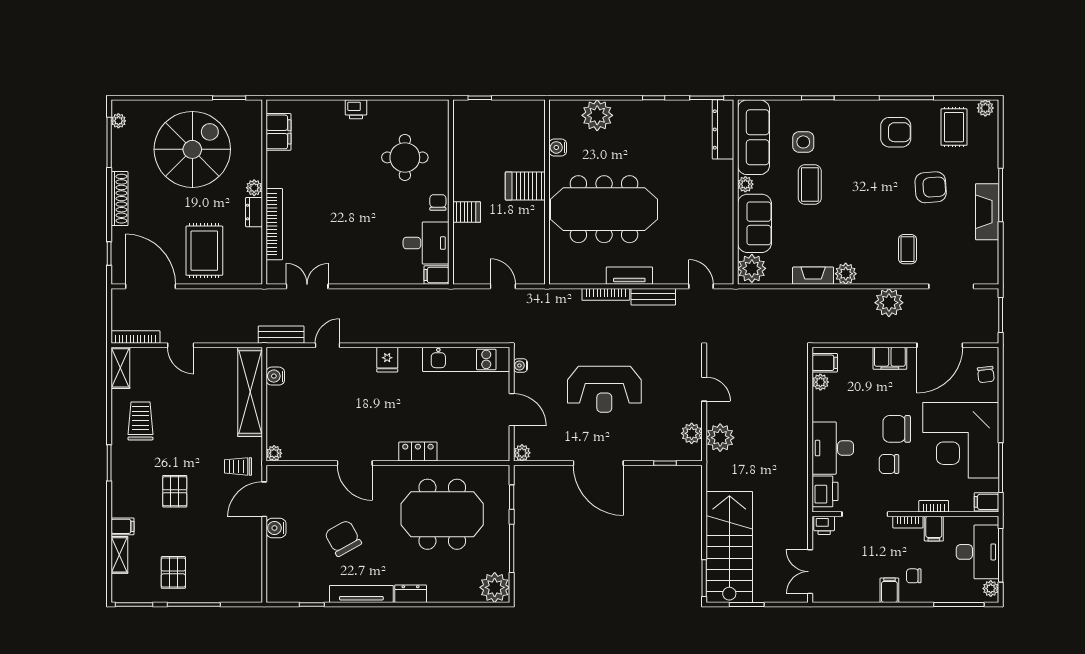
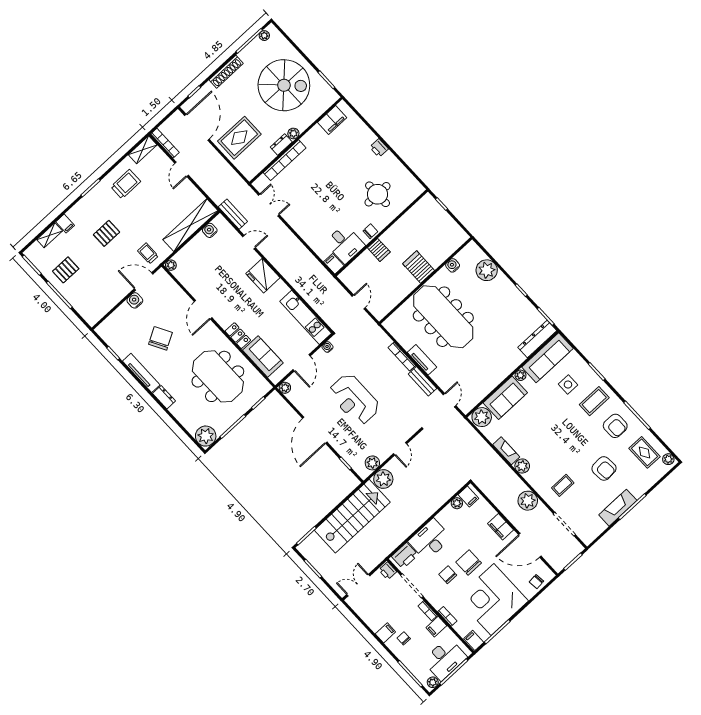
rug: (954, 127) -> (645, 452), turned 90
coffee table: (810, 185) -> (594, 401), moved
fridge: (387, 360) -> (263, 276), width x1.88, depth x1.34
sofa: (466, 445) -> (263, 357), added
stairs: (729, 547) -> (352, 516), moved

